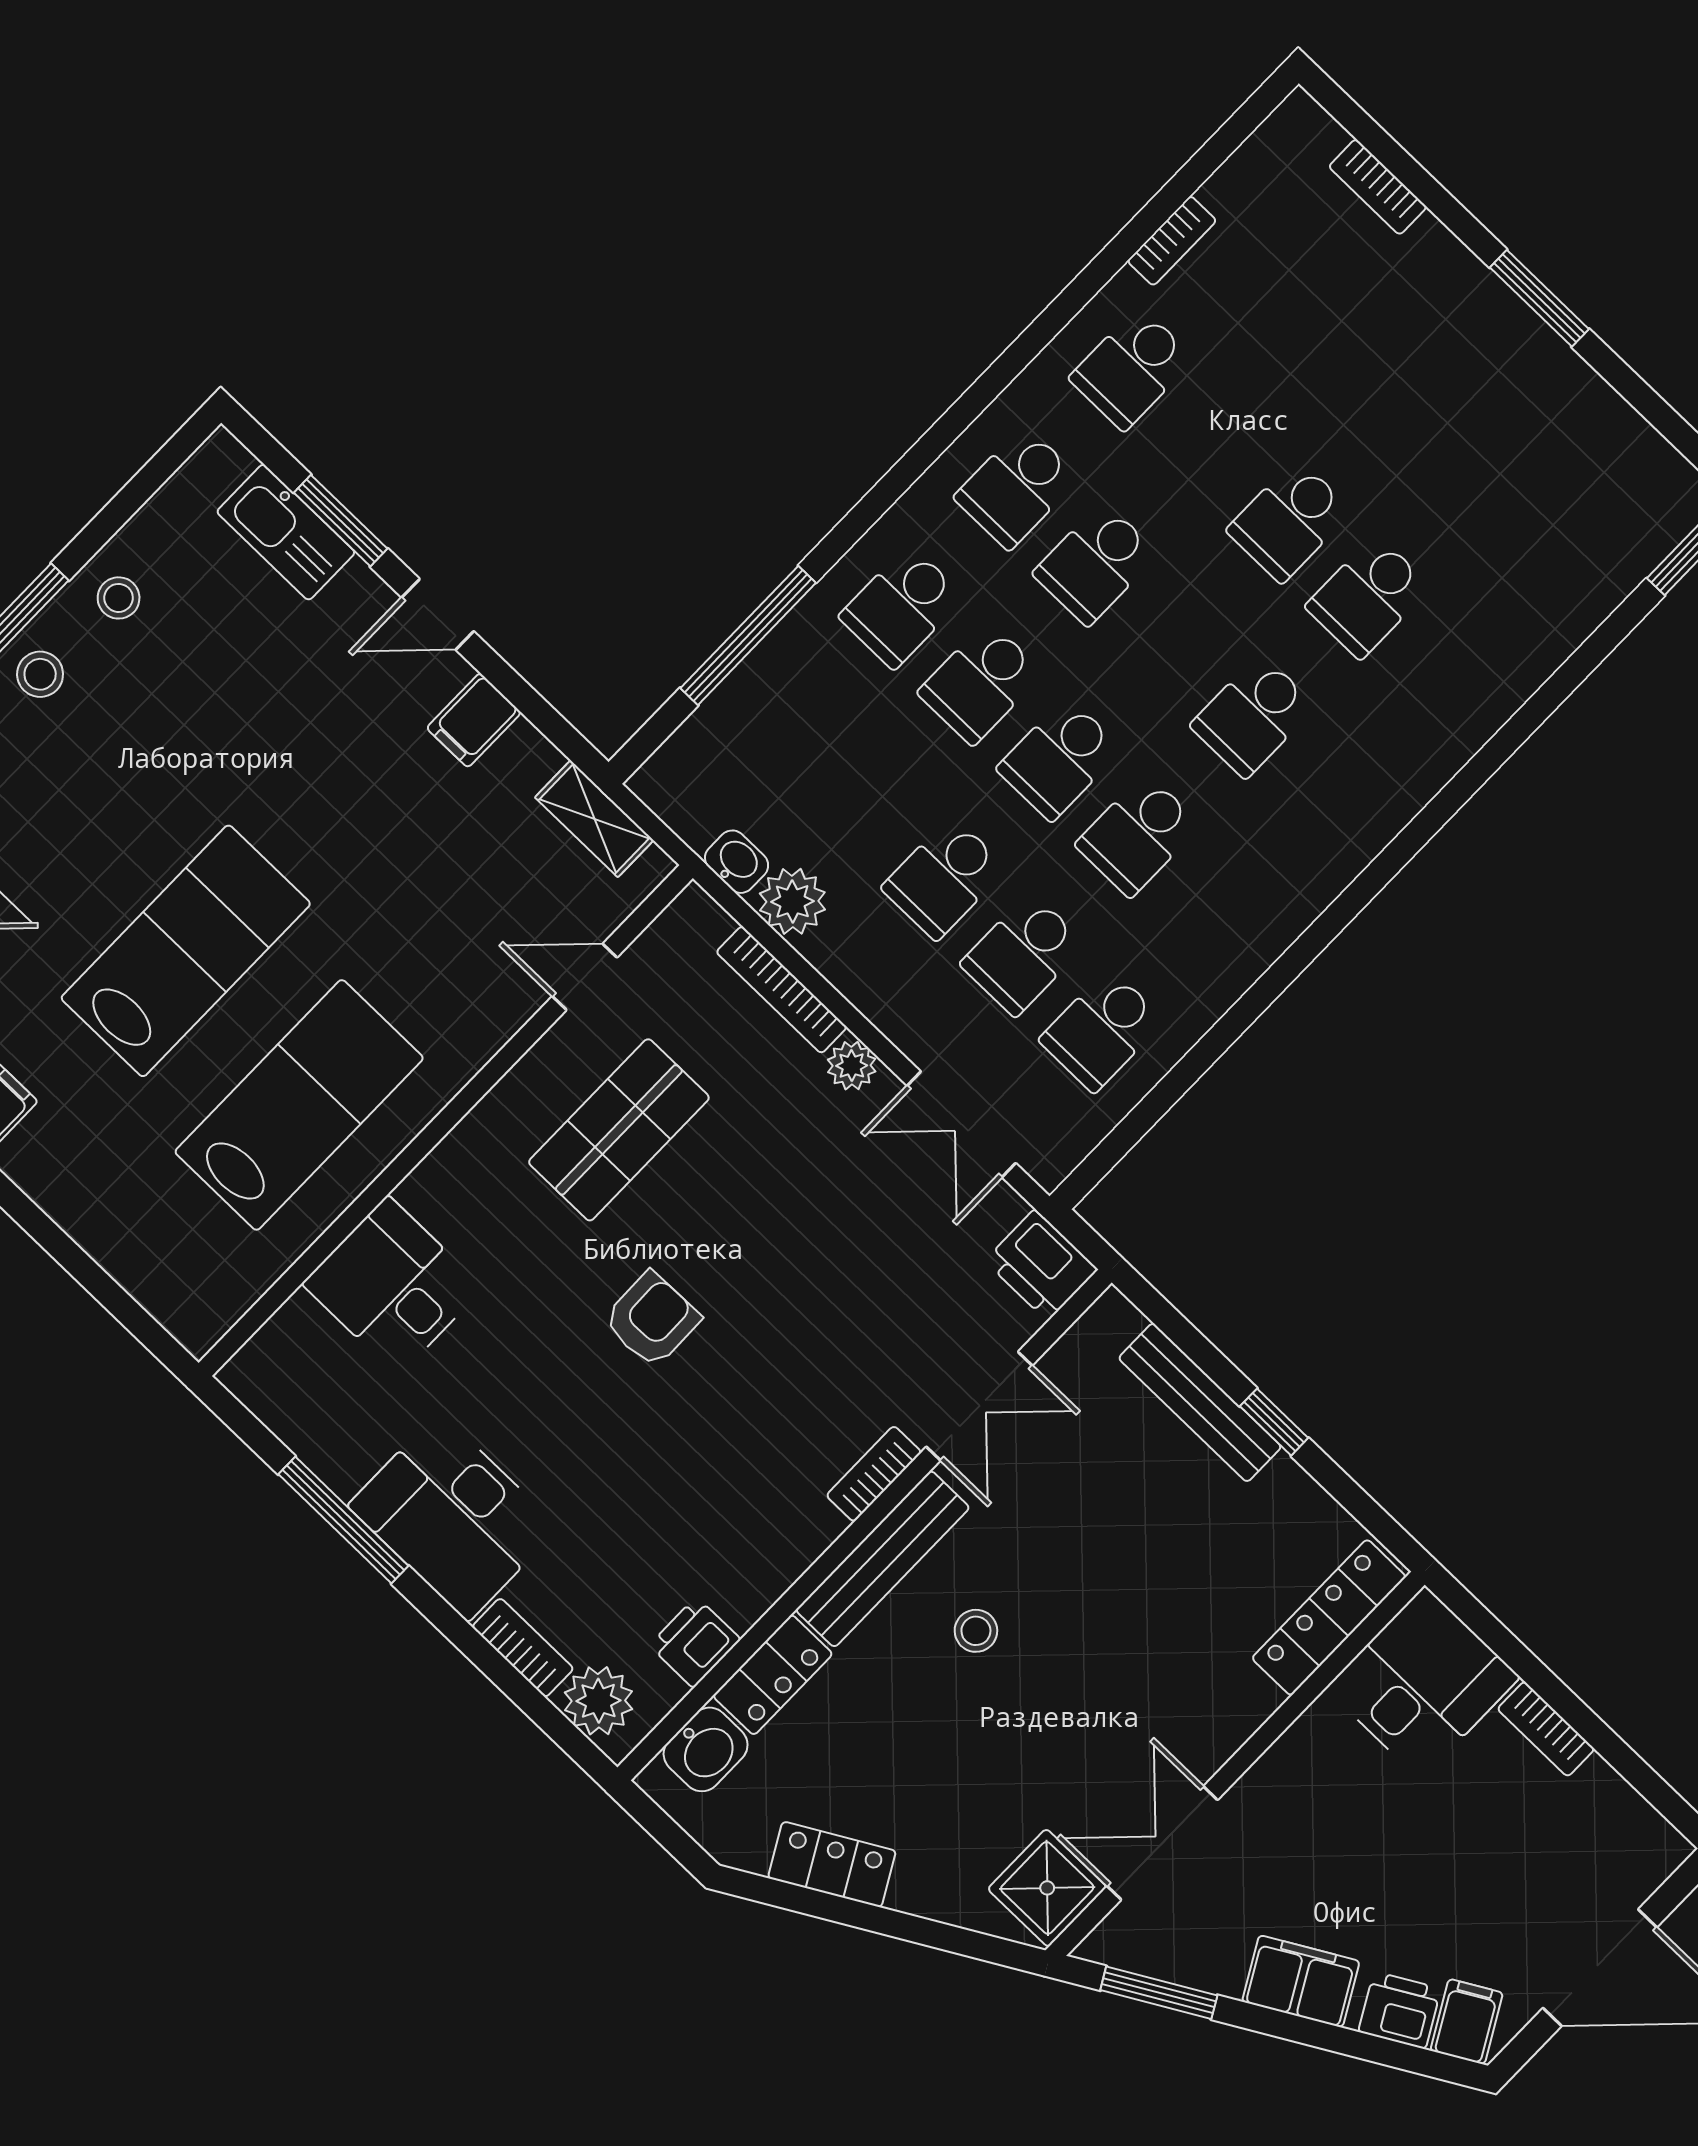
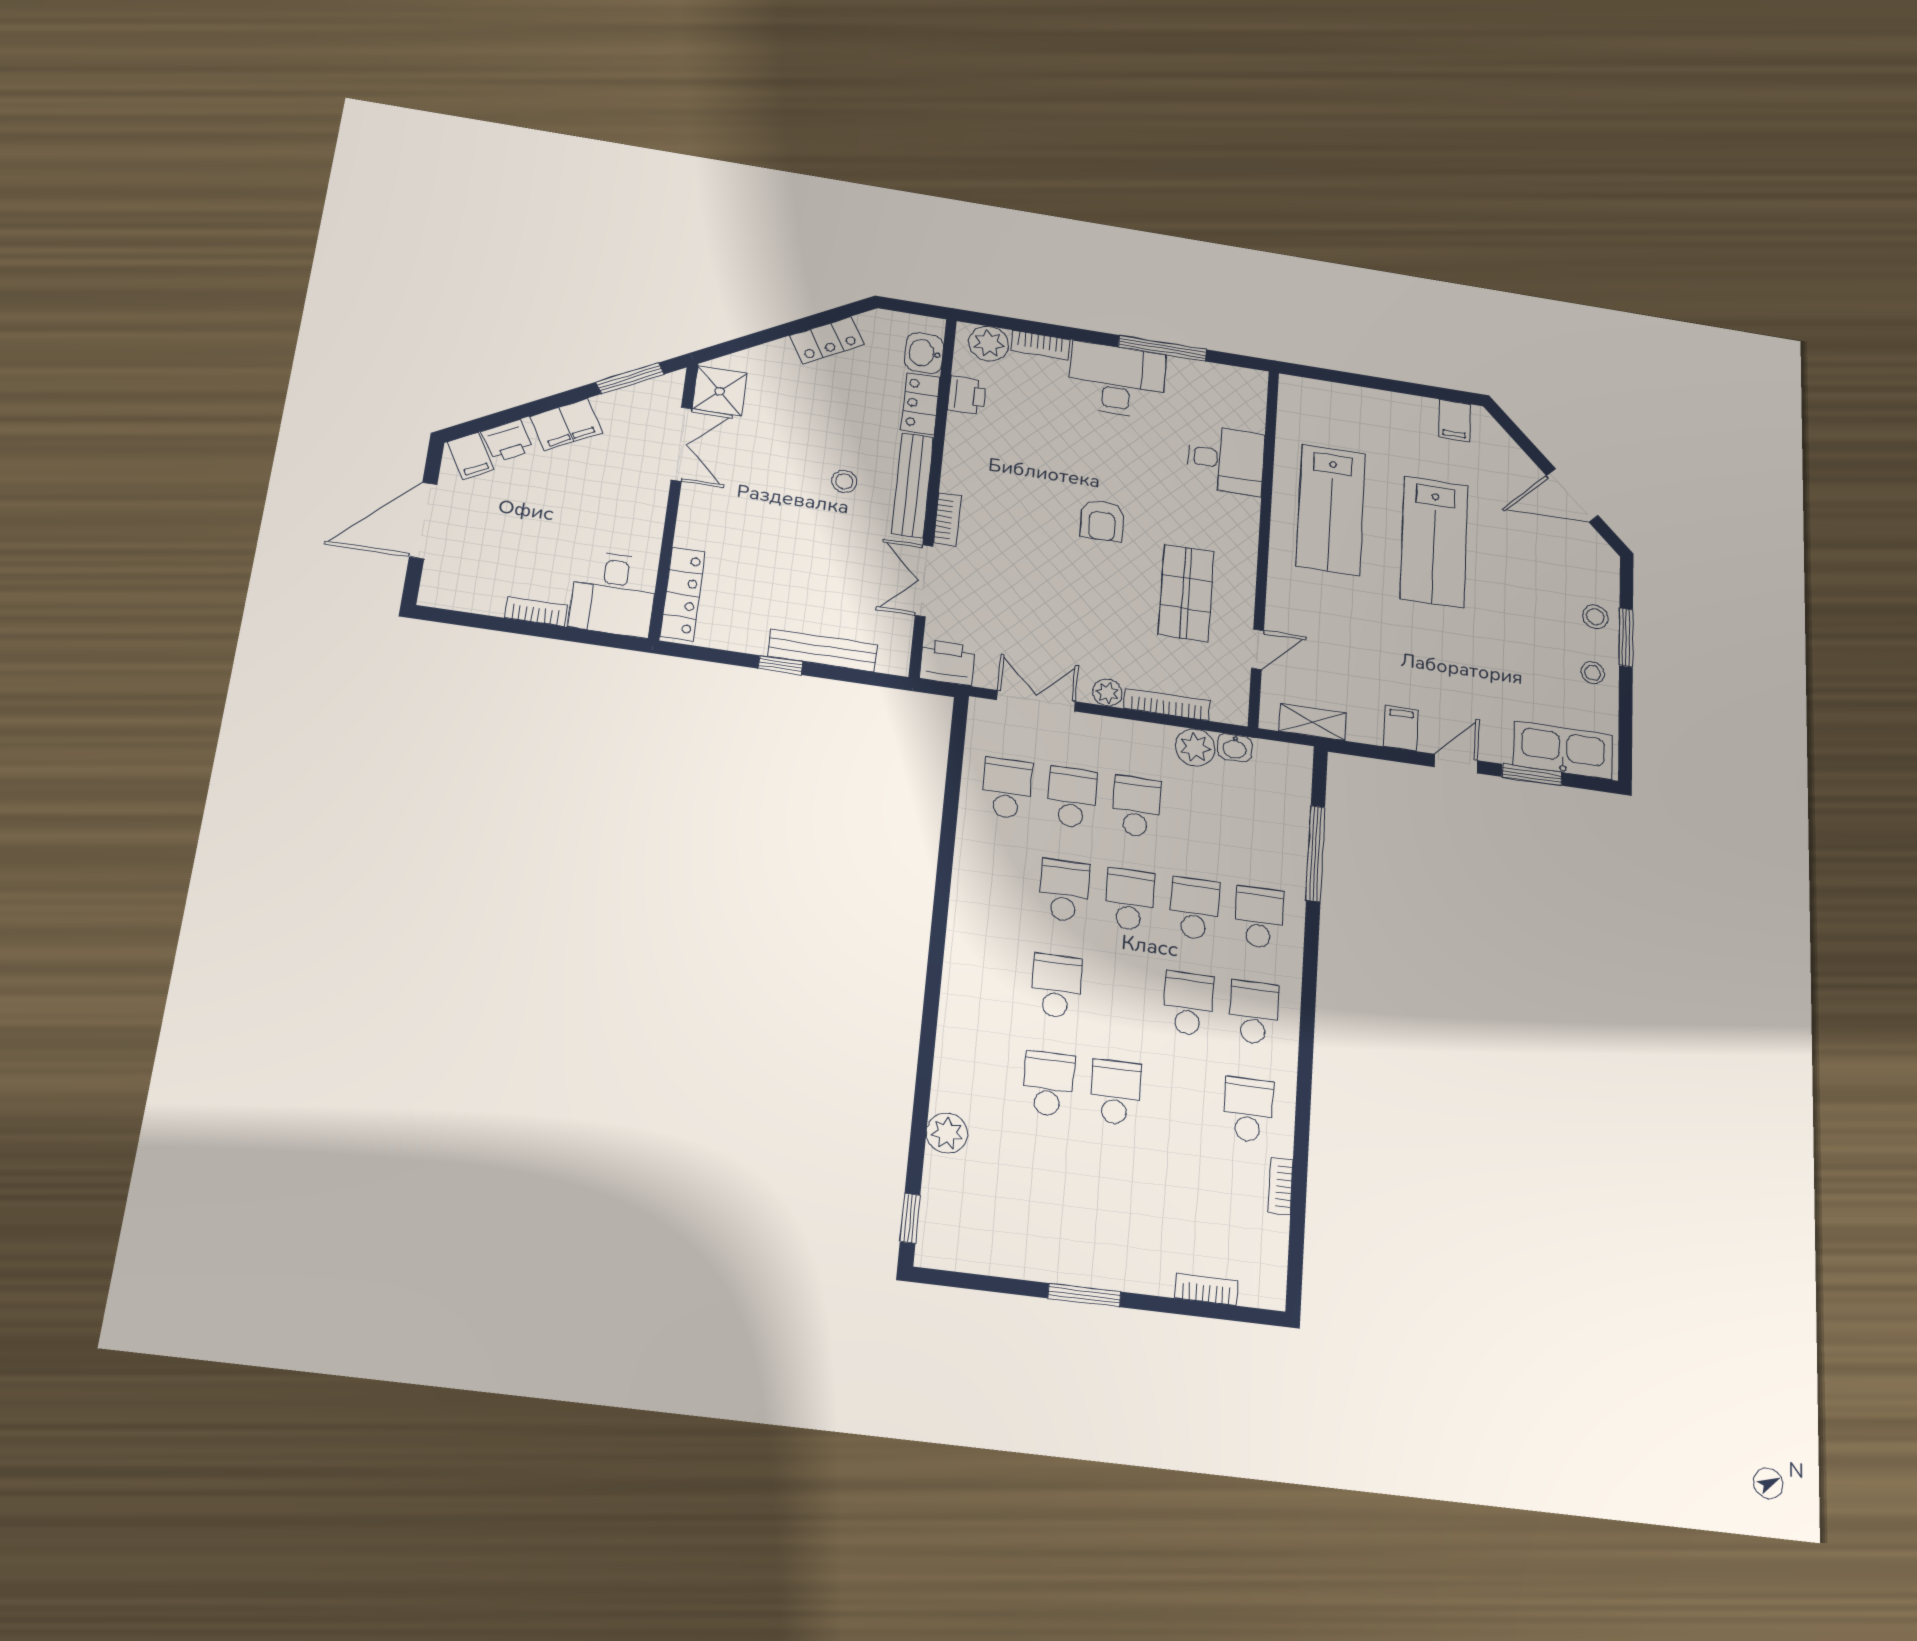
kitchen sink: (286, 532) -> (1563, 750), width x1.36, depth x1.24
plant: (1550, 631) -> (947, 1133), added

